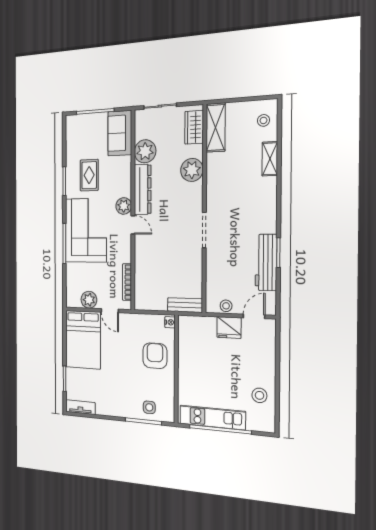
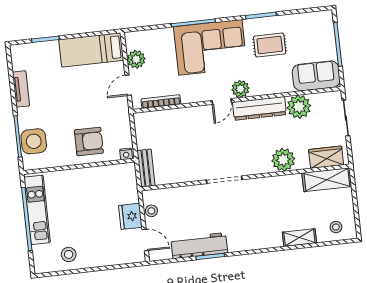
bed: (83, 340) -> (91, 50), width x0.67
tv unit: (80, 407) -> (21, 89), moved
side table: (149, 407) -> (34, 141), width x1.87, depth x1.87

